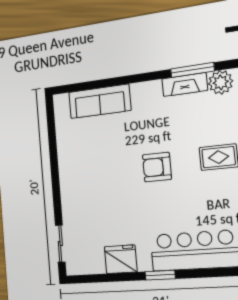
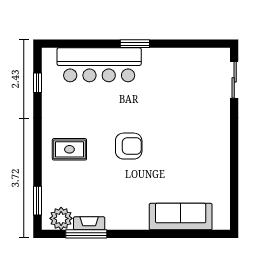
fireplace: (185, 85) -> (89, 223), width x0.73, depth x0.76
fridge: (121, 259) -> (173, 61), removed

